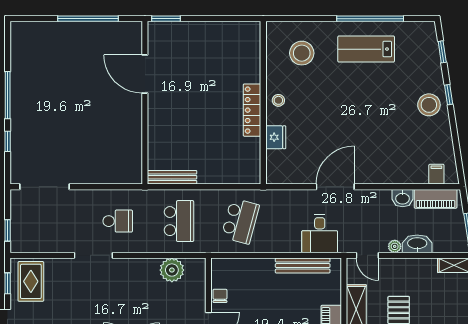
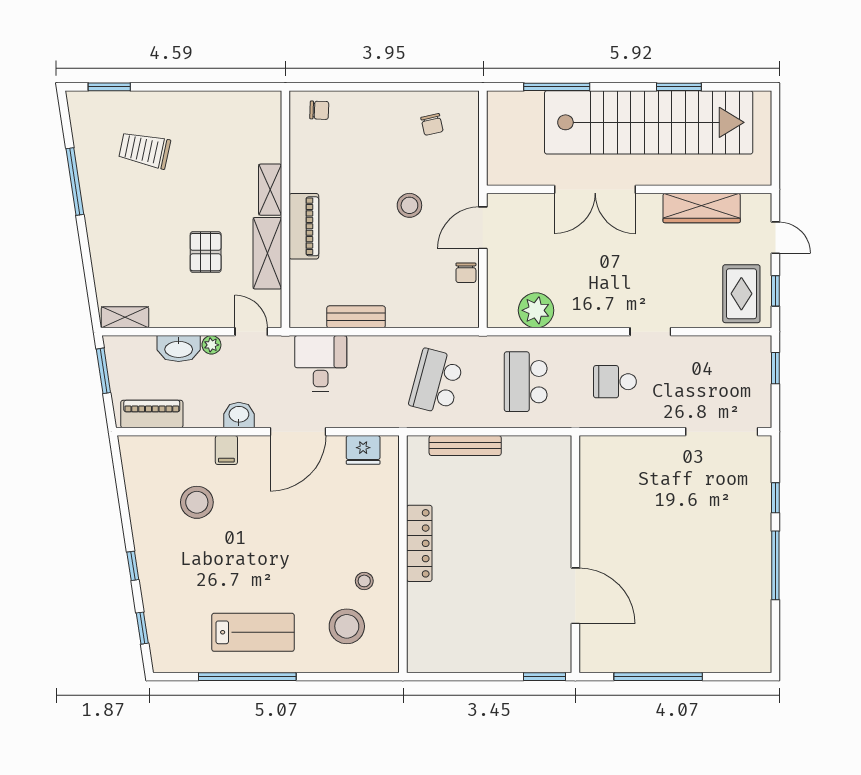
stool: (278, 100) -> (364, 581), moved
stool: (429, 105) -> (197, 502), moved
fridge: (276, 137) -> (363, 450), moved, turned -90
filing cabinet: (436, 174) -> (226, 450), moved
bench: (172, 177) -> (465, 445), moved
washbasin: (403, 198) -> (239, 415), moved
doorway: (93, 255) -> (650, 332), width x0.73
bench: (303, 266) -> (356, 317), width x0.73

